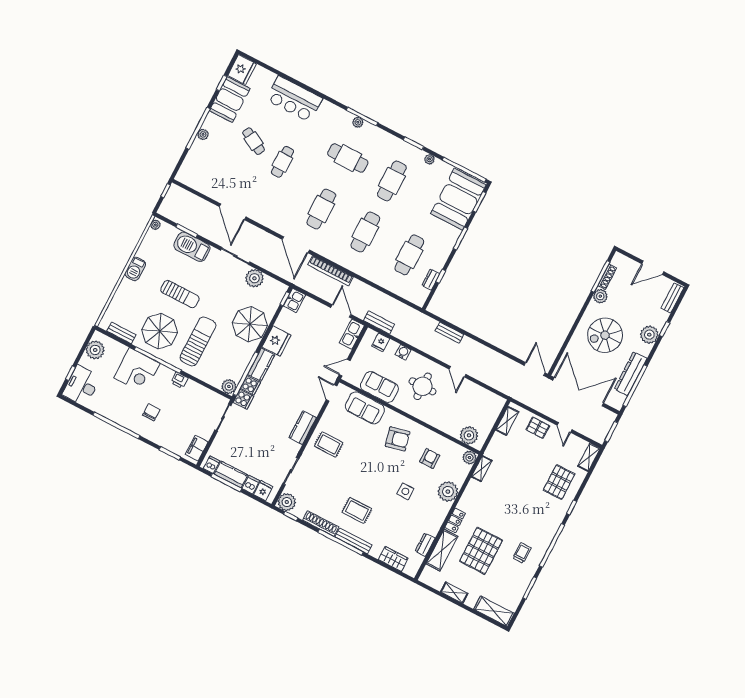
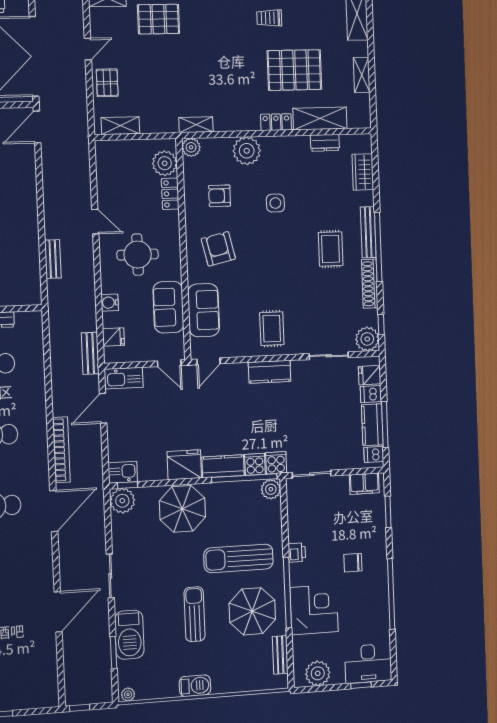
plant: (254, 278) -> (122, 501), moved
door: (457, 372) -> (95, 222), hinge flipped
locker: (448, 428) -> (170, 194), added

